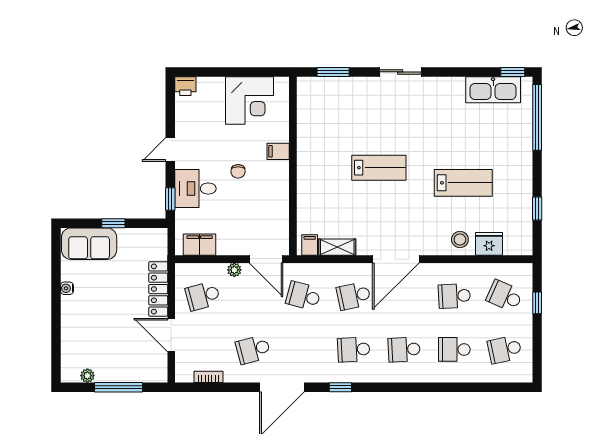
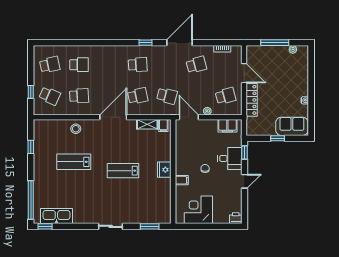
fridge: (489, 244) -> (164, 170), moved, turned 90
school desk: (404, 349) -> (108, 65), removed

